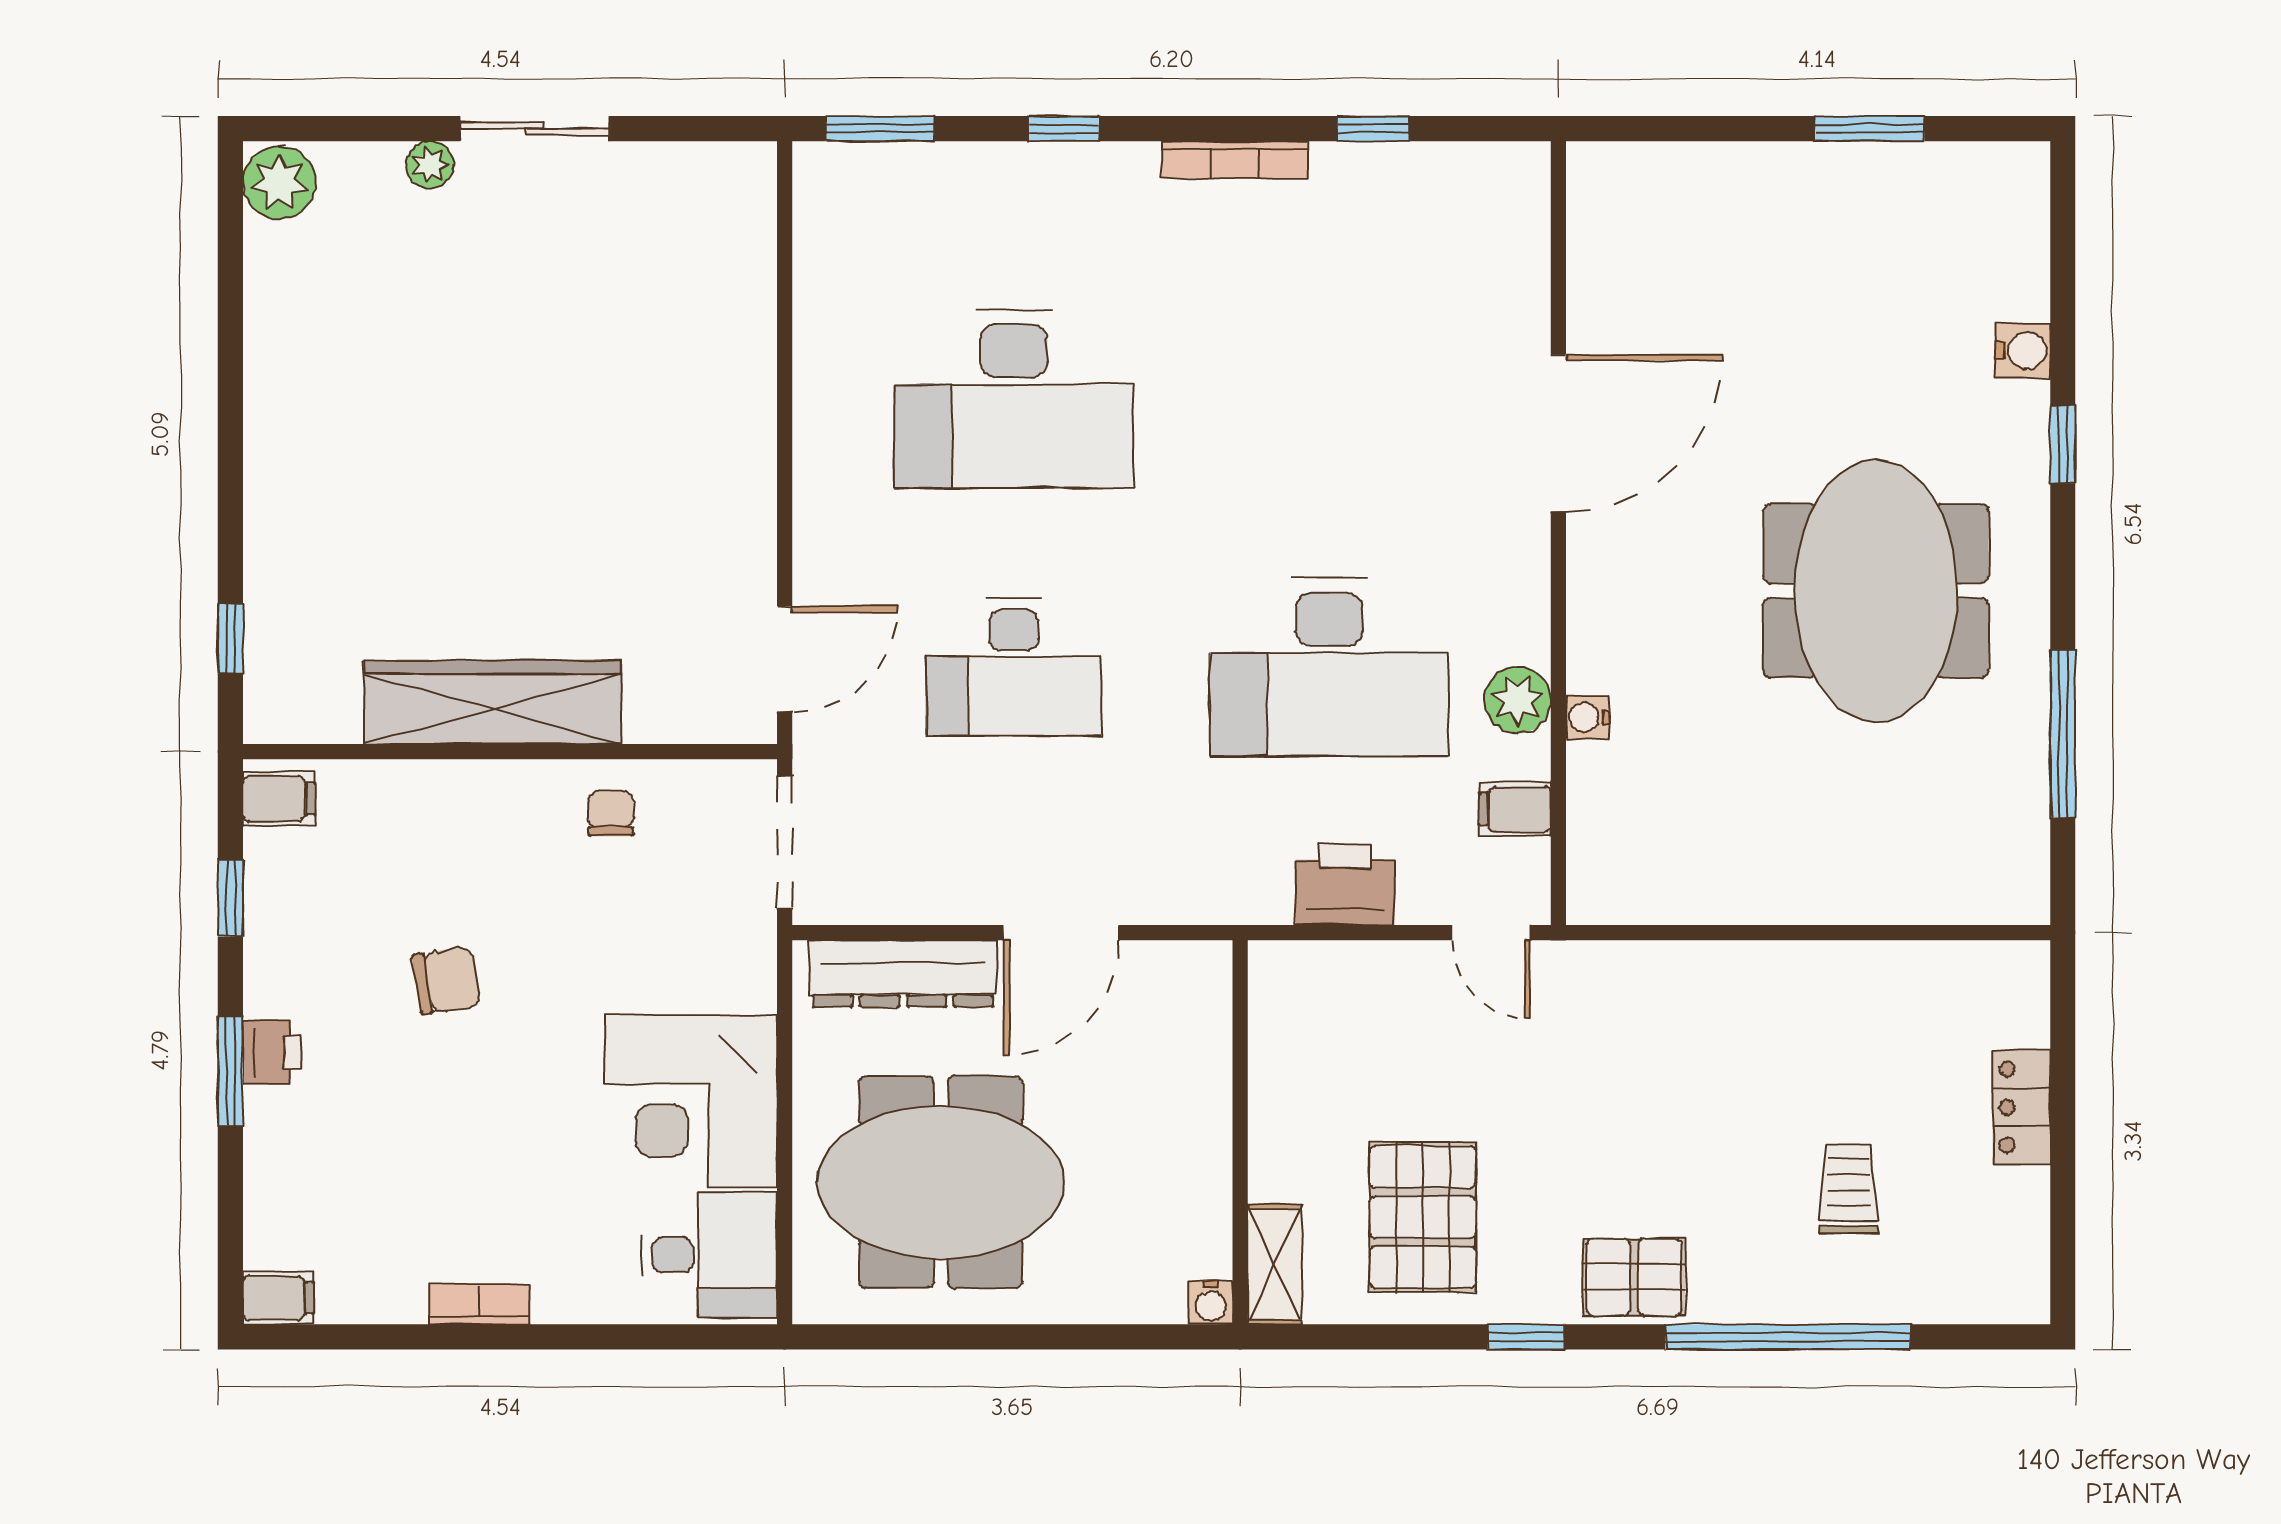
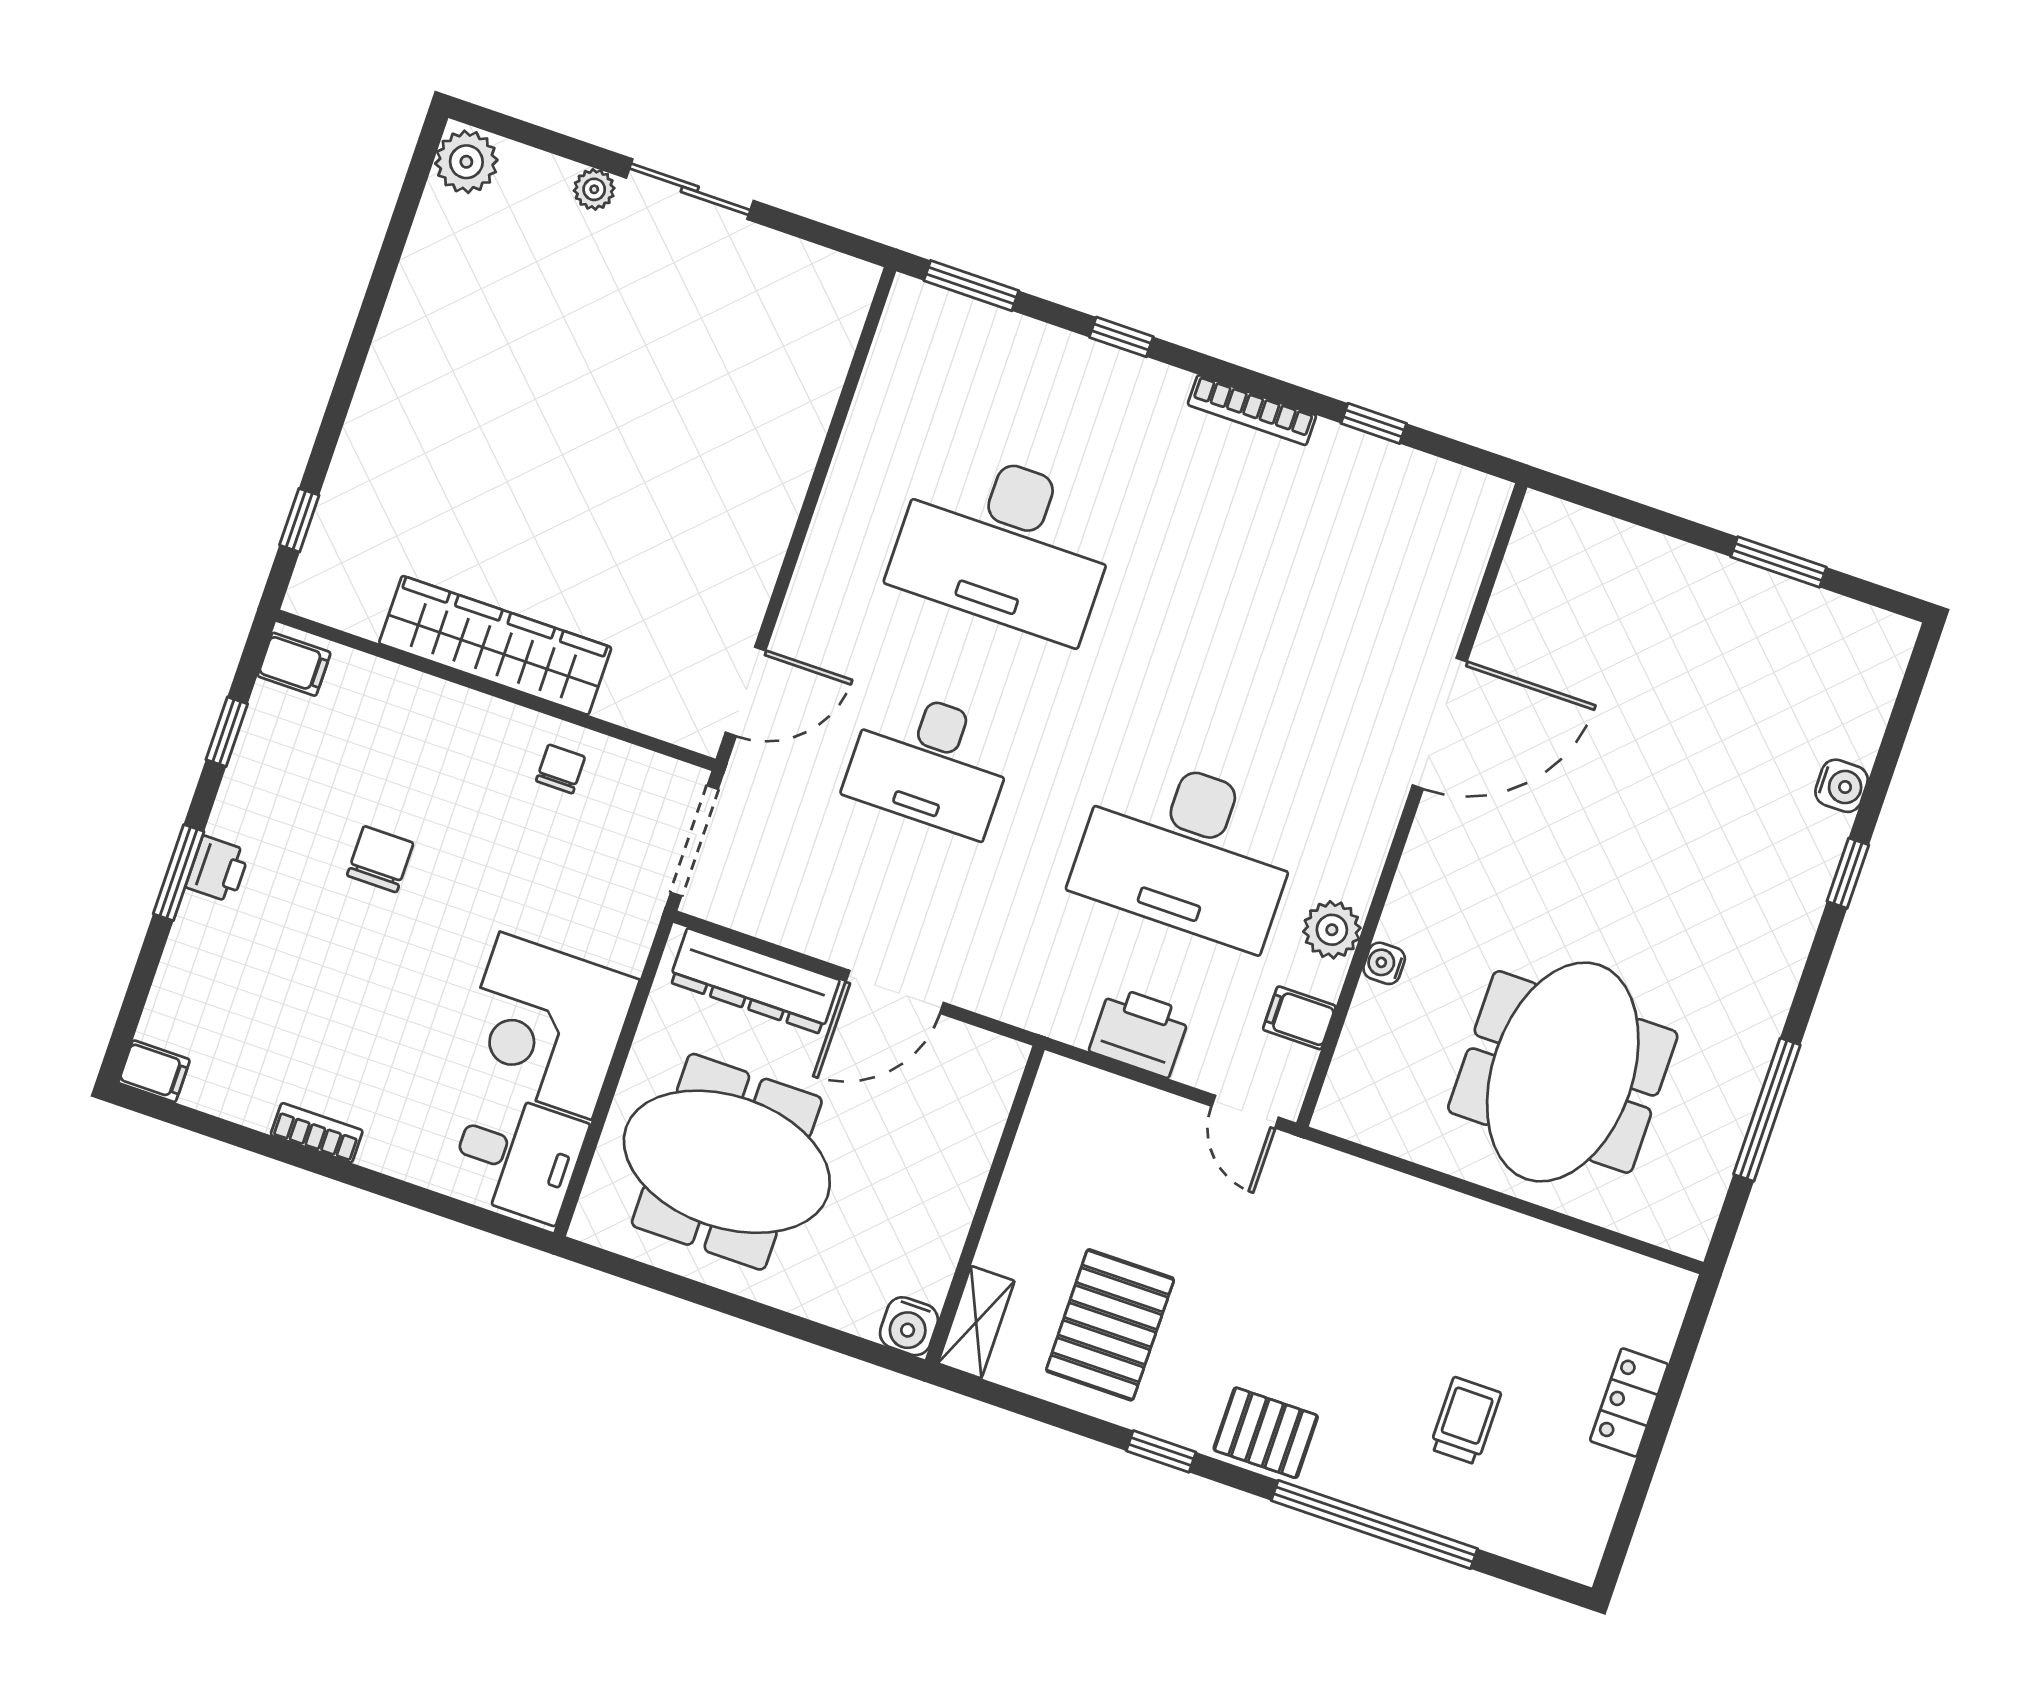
meeting table: (1876, 591) -> (1563, 1072), moved
chair: (447, 980) -> (380, 859), turned -81
water cooler: (1211, 1303) -> (909, 1326), width x1.38, depth x1.38

